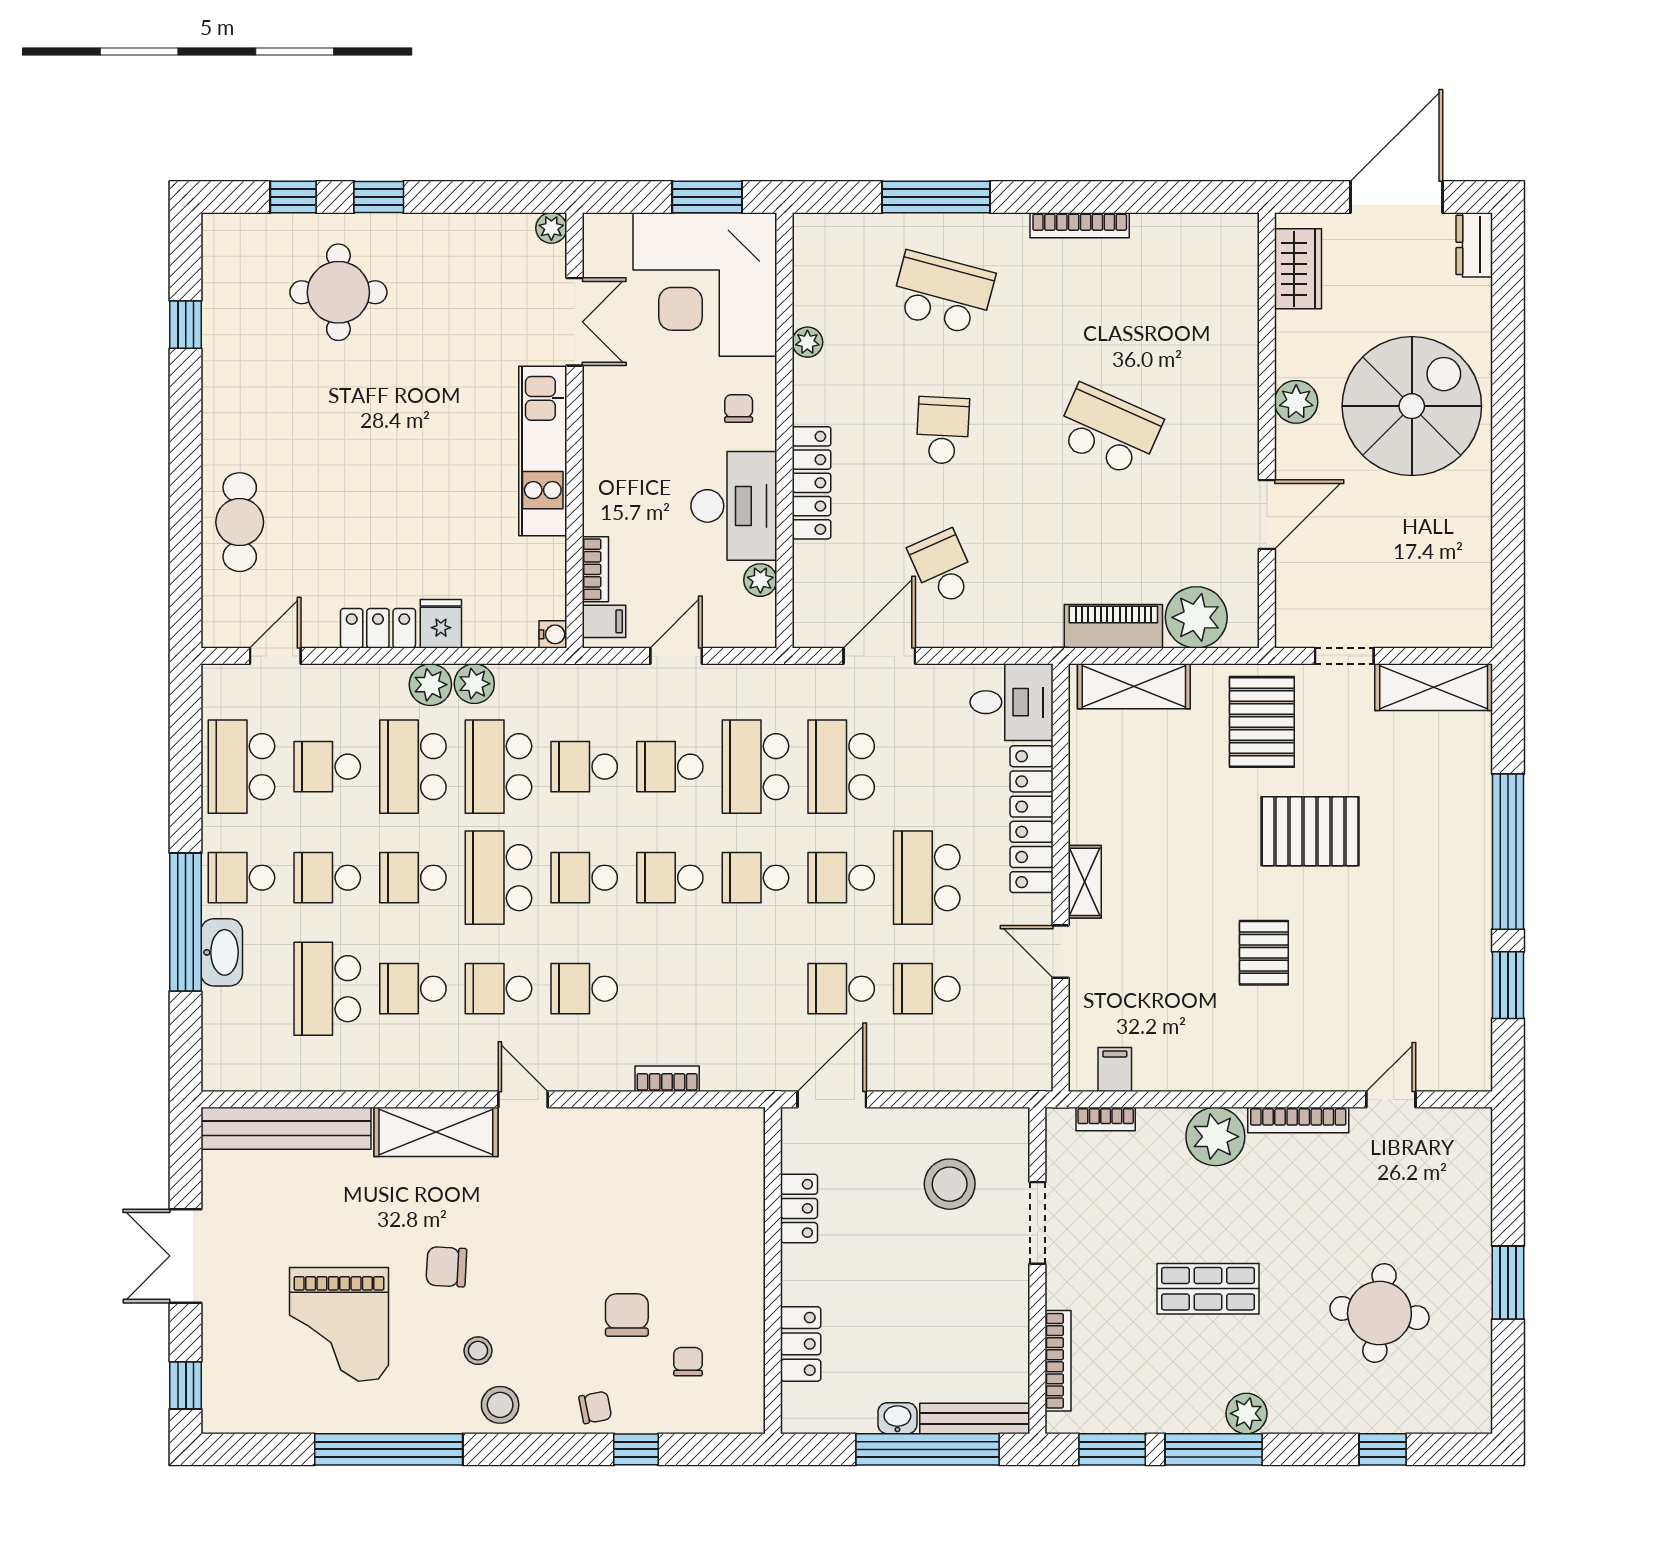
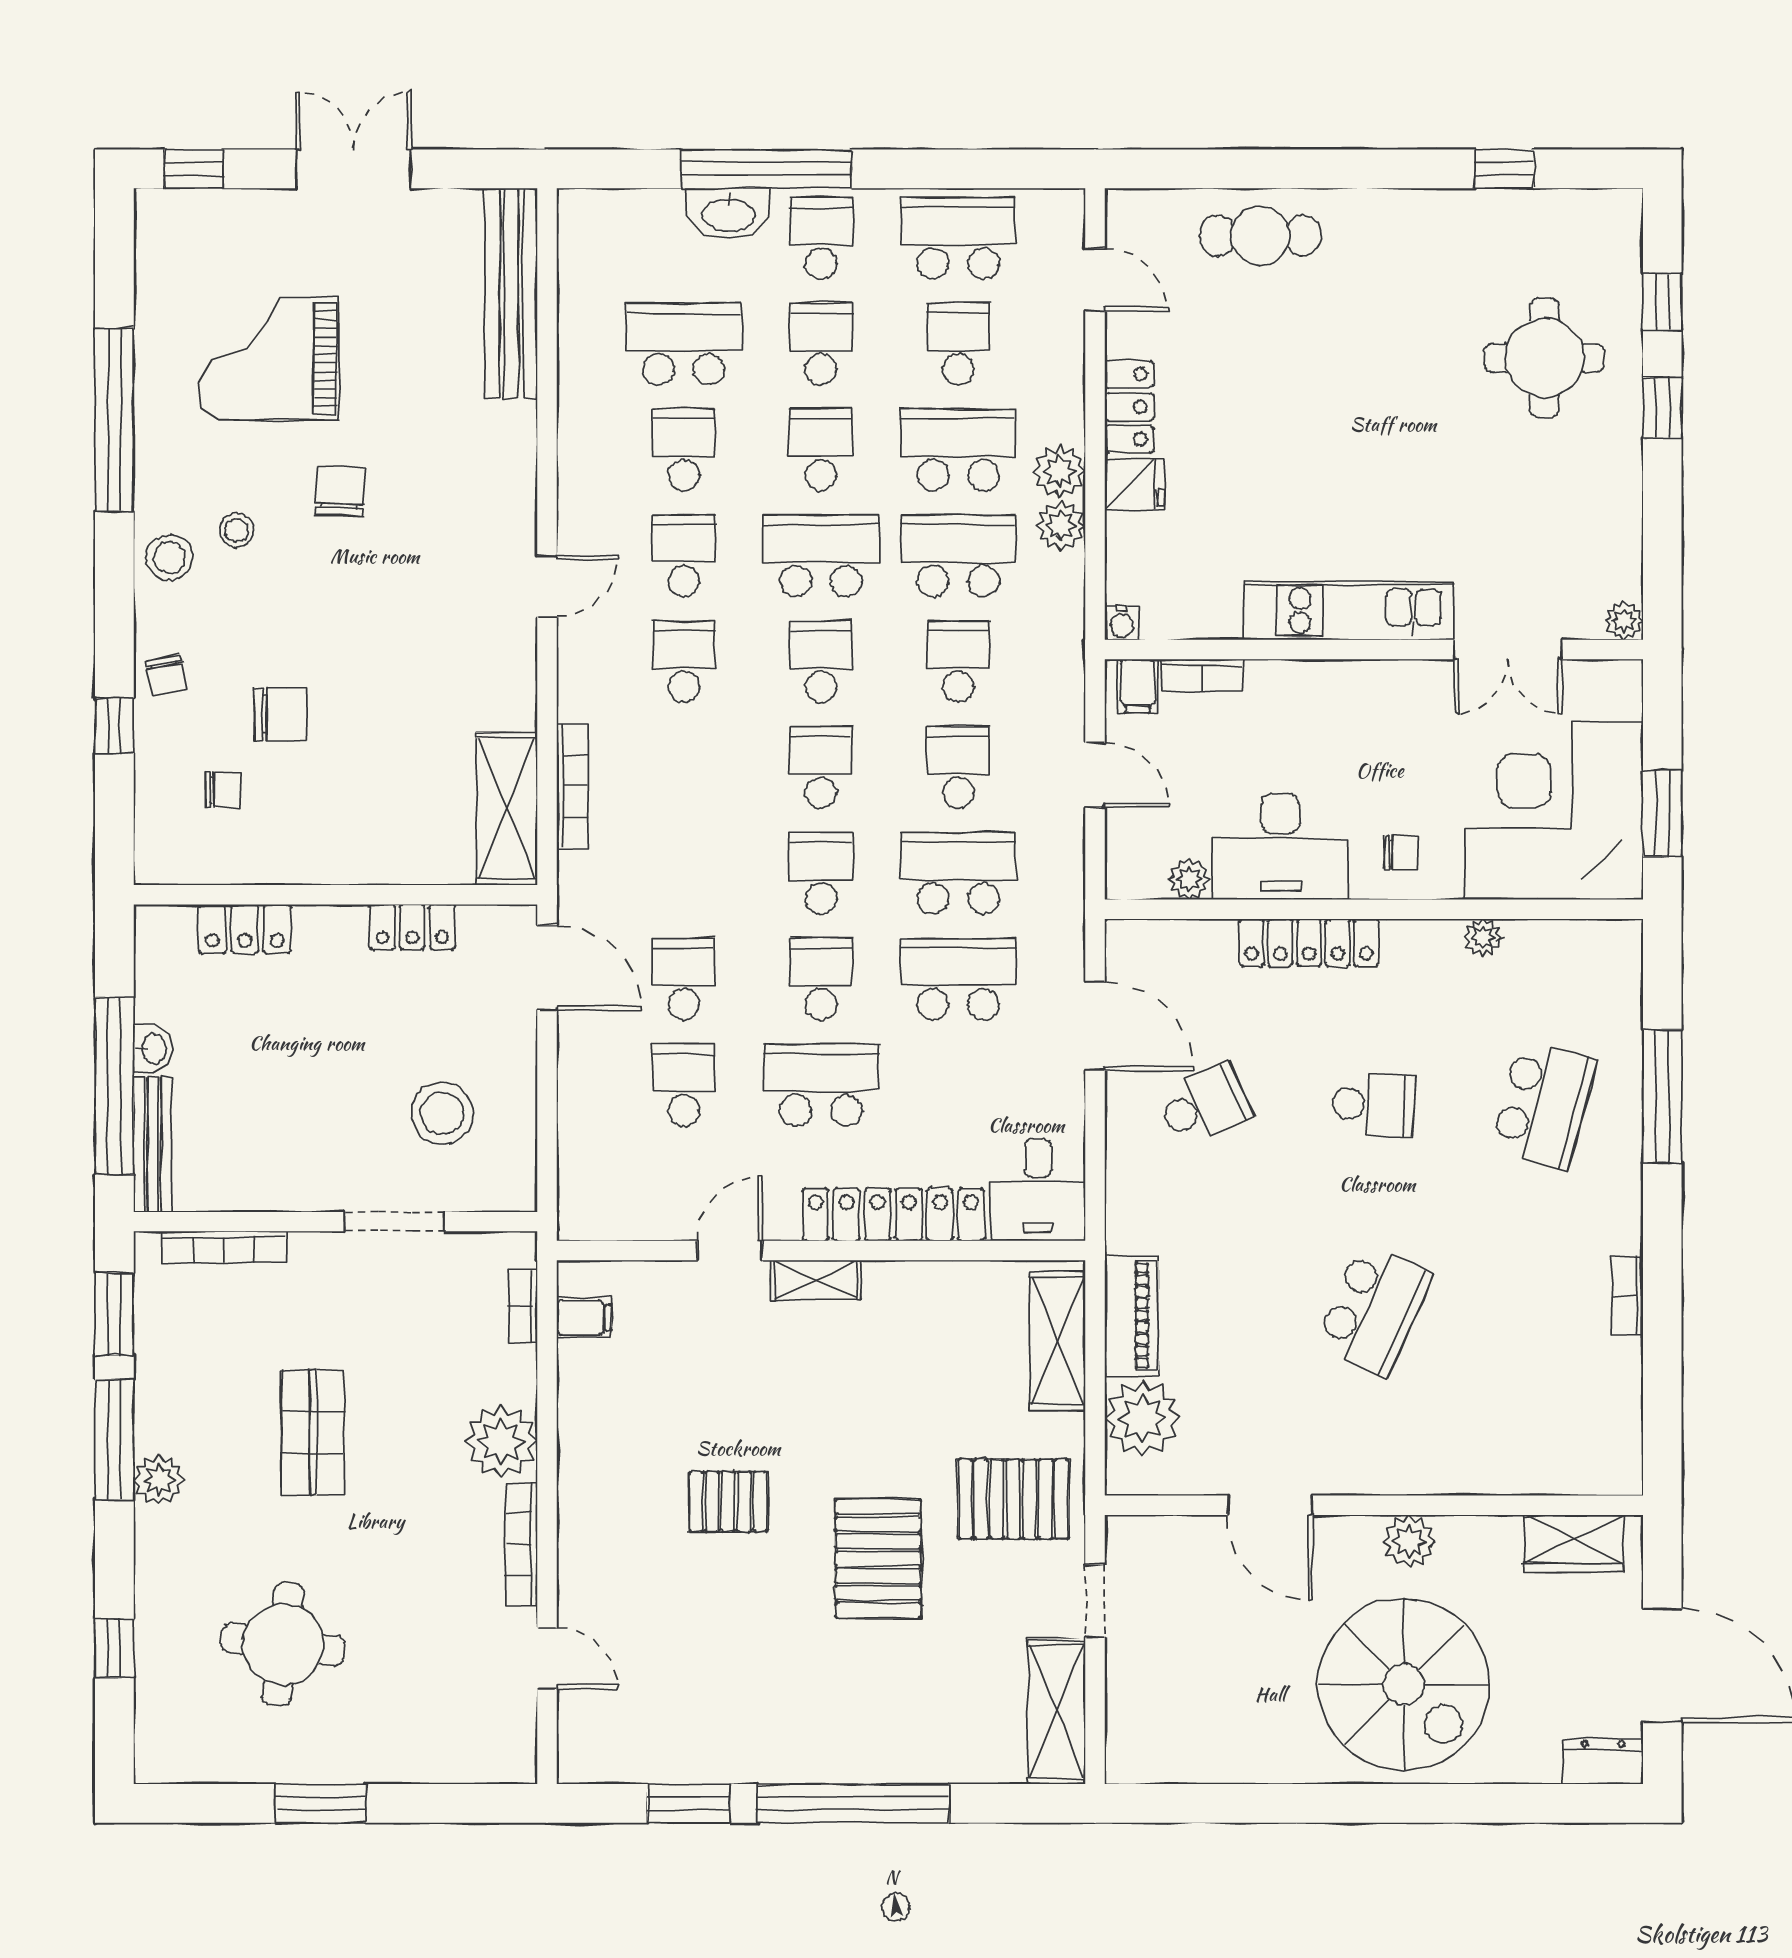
bookcase: (1080, 225) -> (1627, 1296), width x0.64
bookcase: (667, 1079) -> (572, 786), width x1.56
shelving: (436, 1132) -> (507, 809), moved

